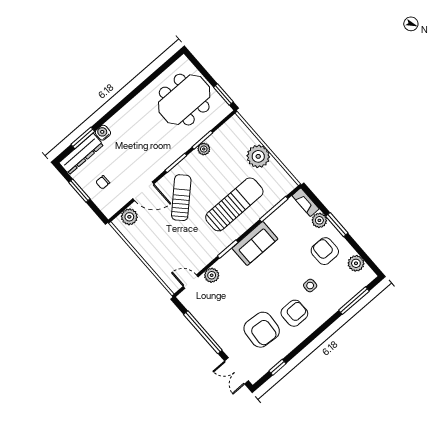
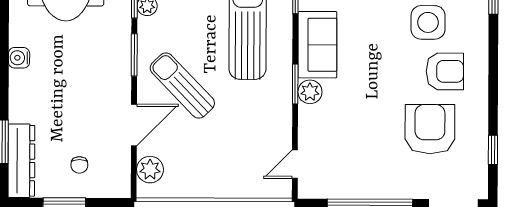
water cooler: (103, 133) -> (19, 58), moved
plant: (212, 275) -> (310, 92), moved
side table: (310, 286) -> (428, 22), width x1.87, depth x1.87
armchair: (294, 313) -> (445, 71), turned 90
armchair: (262, 330) -> (430, 129), turned -94

